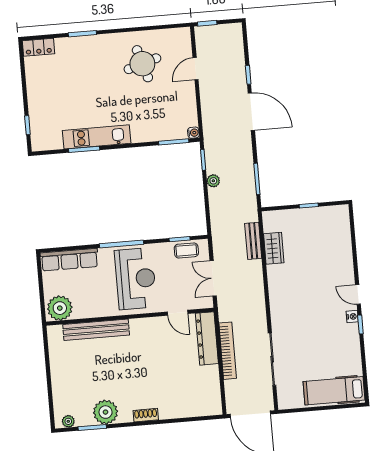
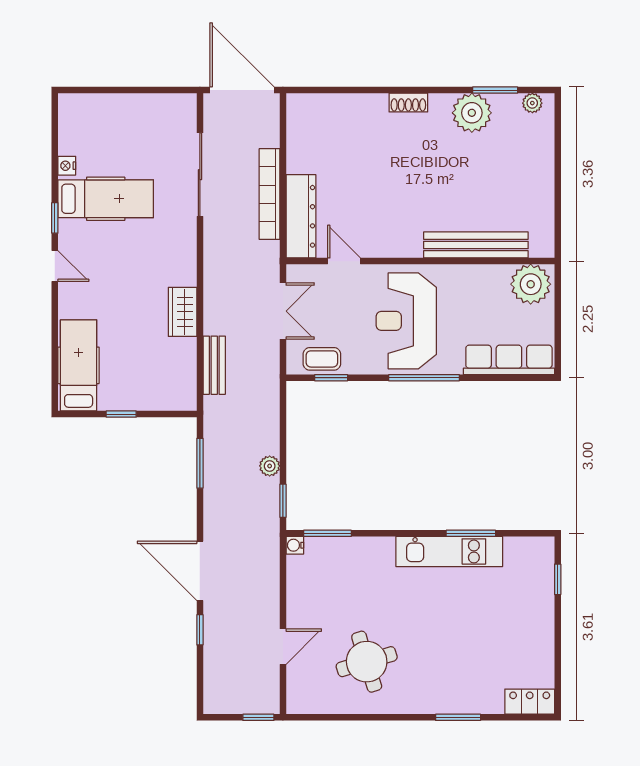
hospital bed: (338, 234) -> (79, 365), added
wardrobe: (274, 248) -> (183, 312), moved
nightstand: (352, 316) -> (67, 166), moved
hospital bed: (334, 391) -> (106, 199), moved

